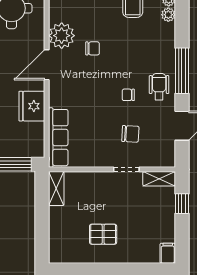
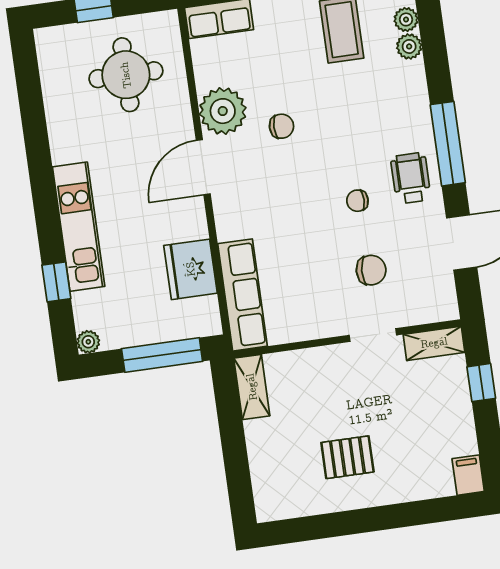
fridge: (32, 106) -> (191, 269), moved

